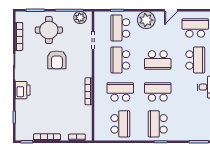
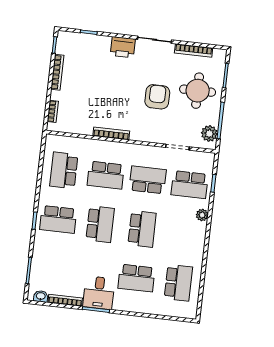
door: (171, 10) -> (205, 254), removed
plant: (146, 20) -> (202, 215), width x0.53, depth x0.53
school desk: (120, 28) -> (190, 185), turned 180
armchair: (57, 60) -> (157, 97), turned 90
school desk: (158, 60) -> (142, 229), turned 180
school desk: (120, 92) -> (106, 175), turned 90
school desk: (120, 124) -> (64, 170), turned 90
school desk: (158, 124) -> (58, 219), turned 180

